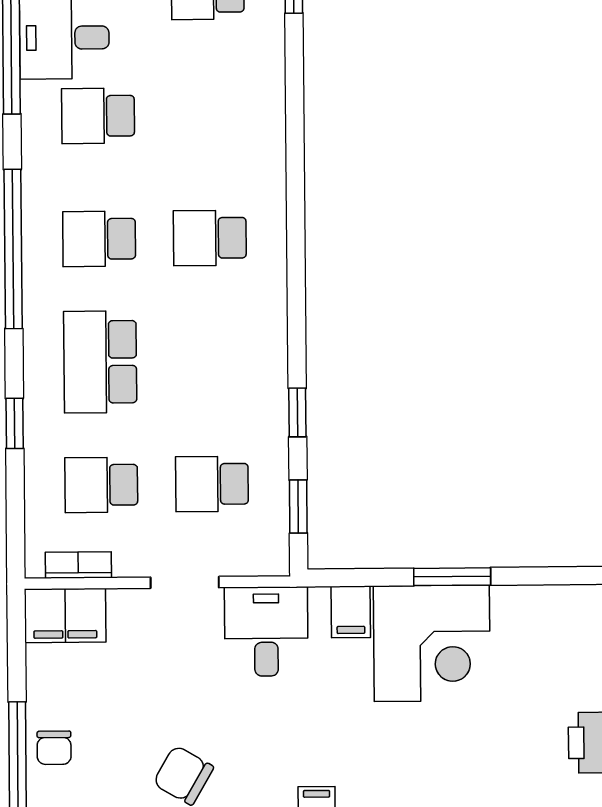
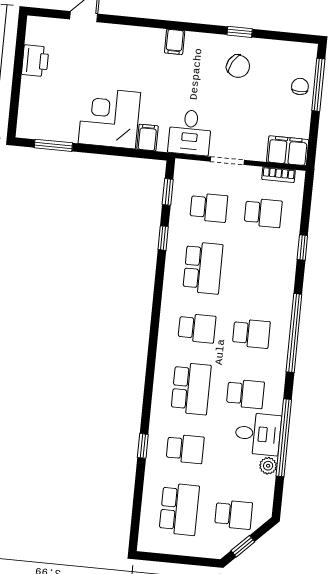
school desk: (209, 115) -> (191, 388), added
school desk: (100, 362) -> (203, 268), moved
window: (452, 577) -> (53, 145), moved

